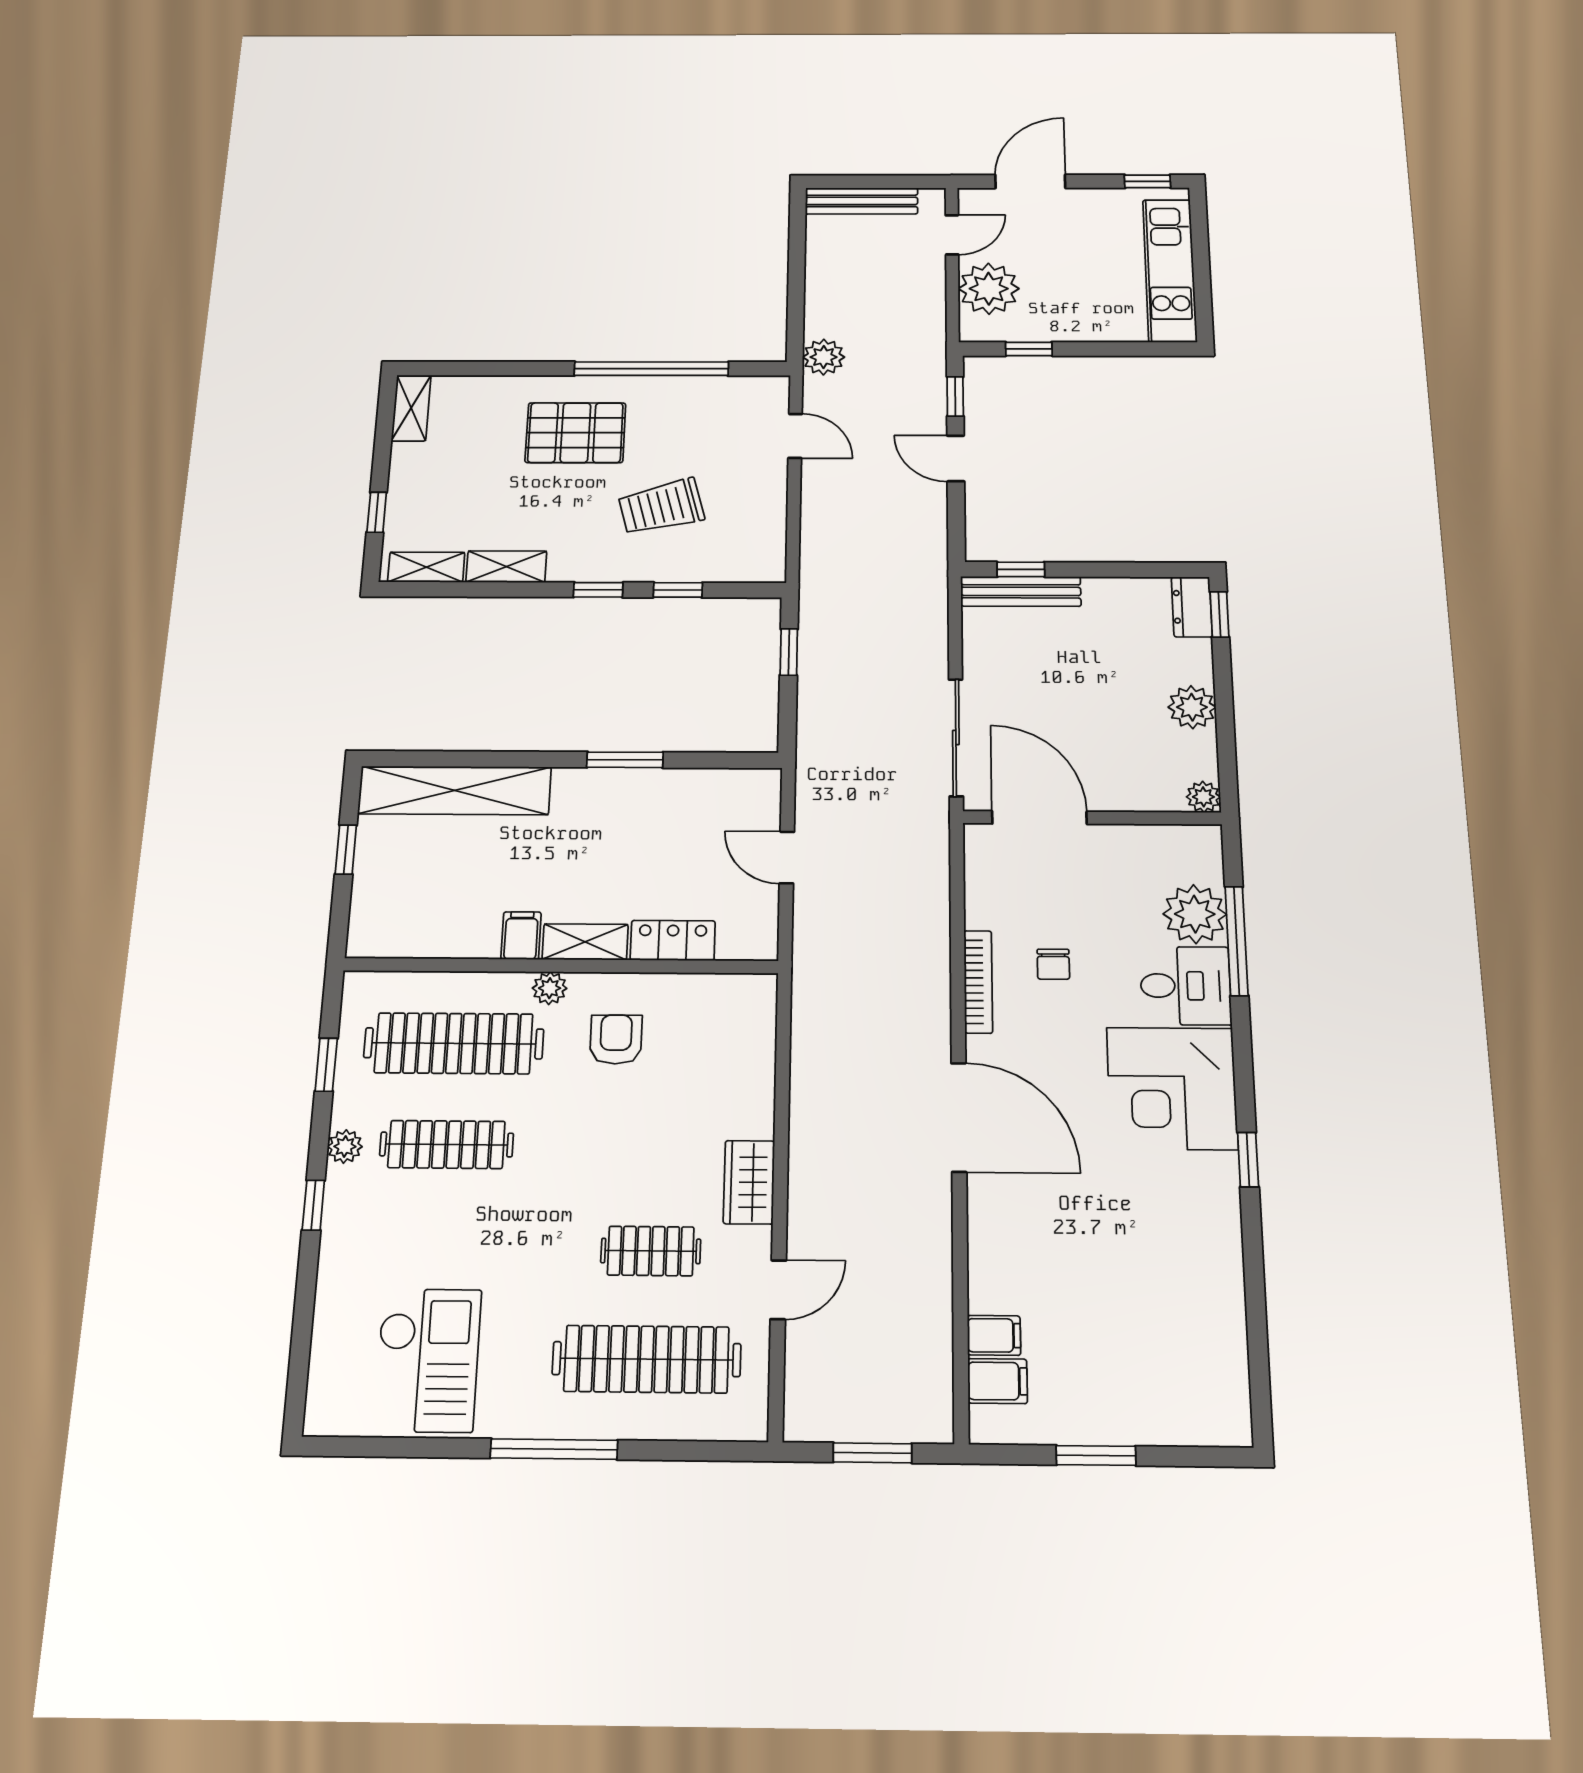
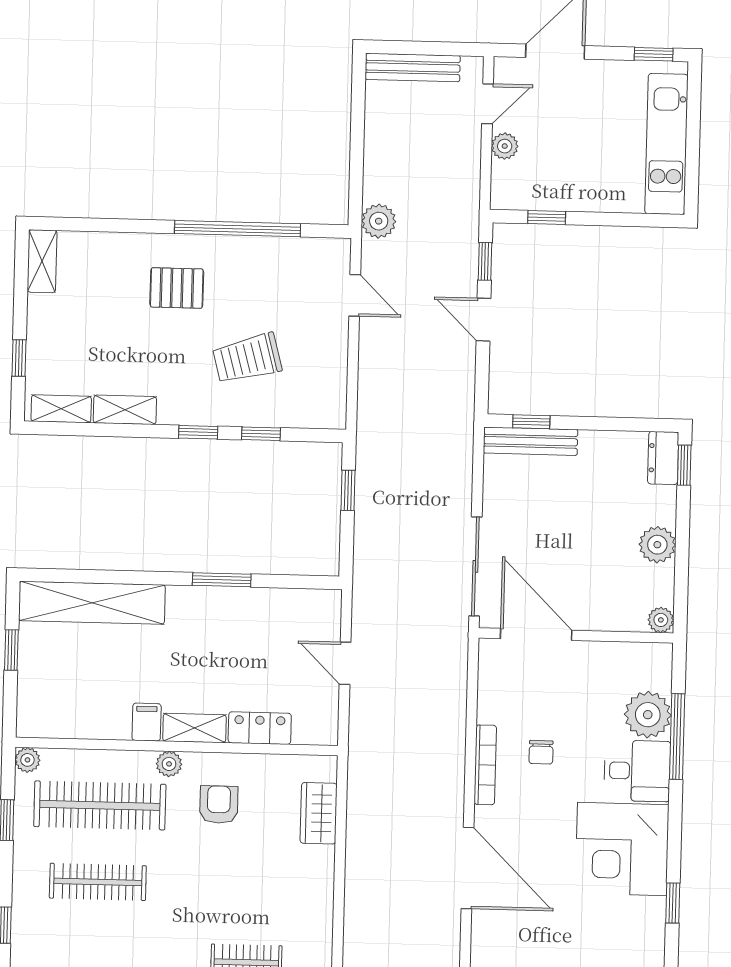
plant: (989, 289) -> (505, 146), width x0.53, depth x0.53
pallet: (575, 433) -> (177, 288), width x0.67, depth x0.71
plant: (345, 1147) -> (27, 760), moved
wardrobe: (749, 1182) -> (319, 813), moved

